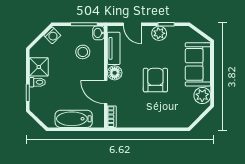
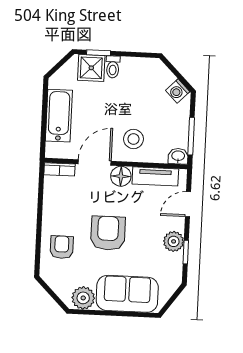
stool: (83, 52) -> (133, 139), moved
shower: (39, 67) -> (91, 68), moved
armchair: (155, 80) -> (108, 233), turned -90
armchair: (167, 112) -> (62, 247), added

